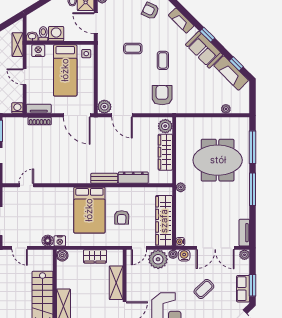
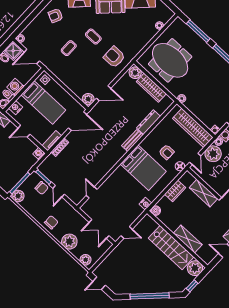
meeting table: (218, 160) -> (170, 60), moved, turned 90
floor lamp: (48, 241) -> (180, 166), moved

